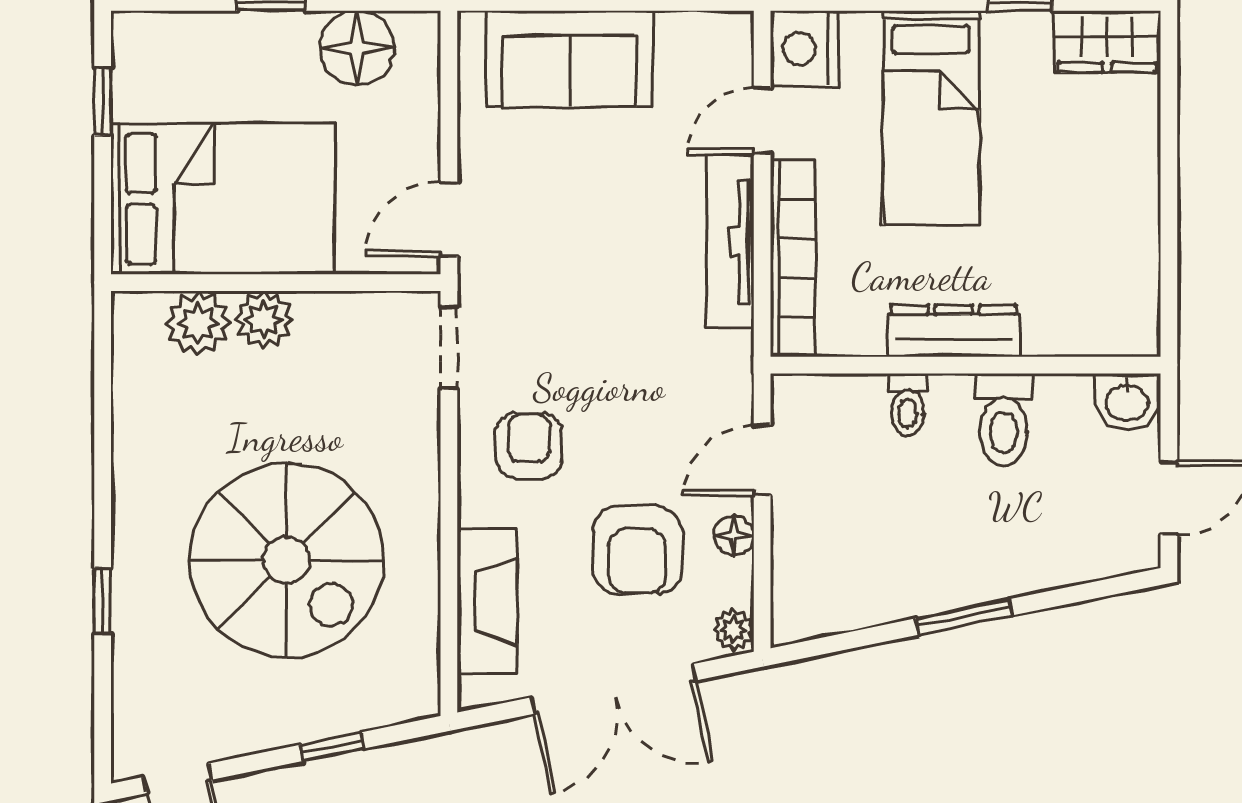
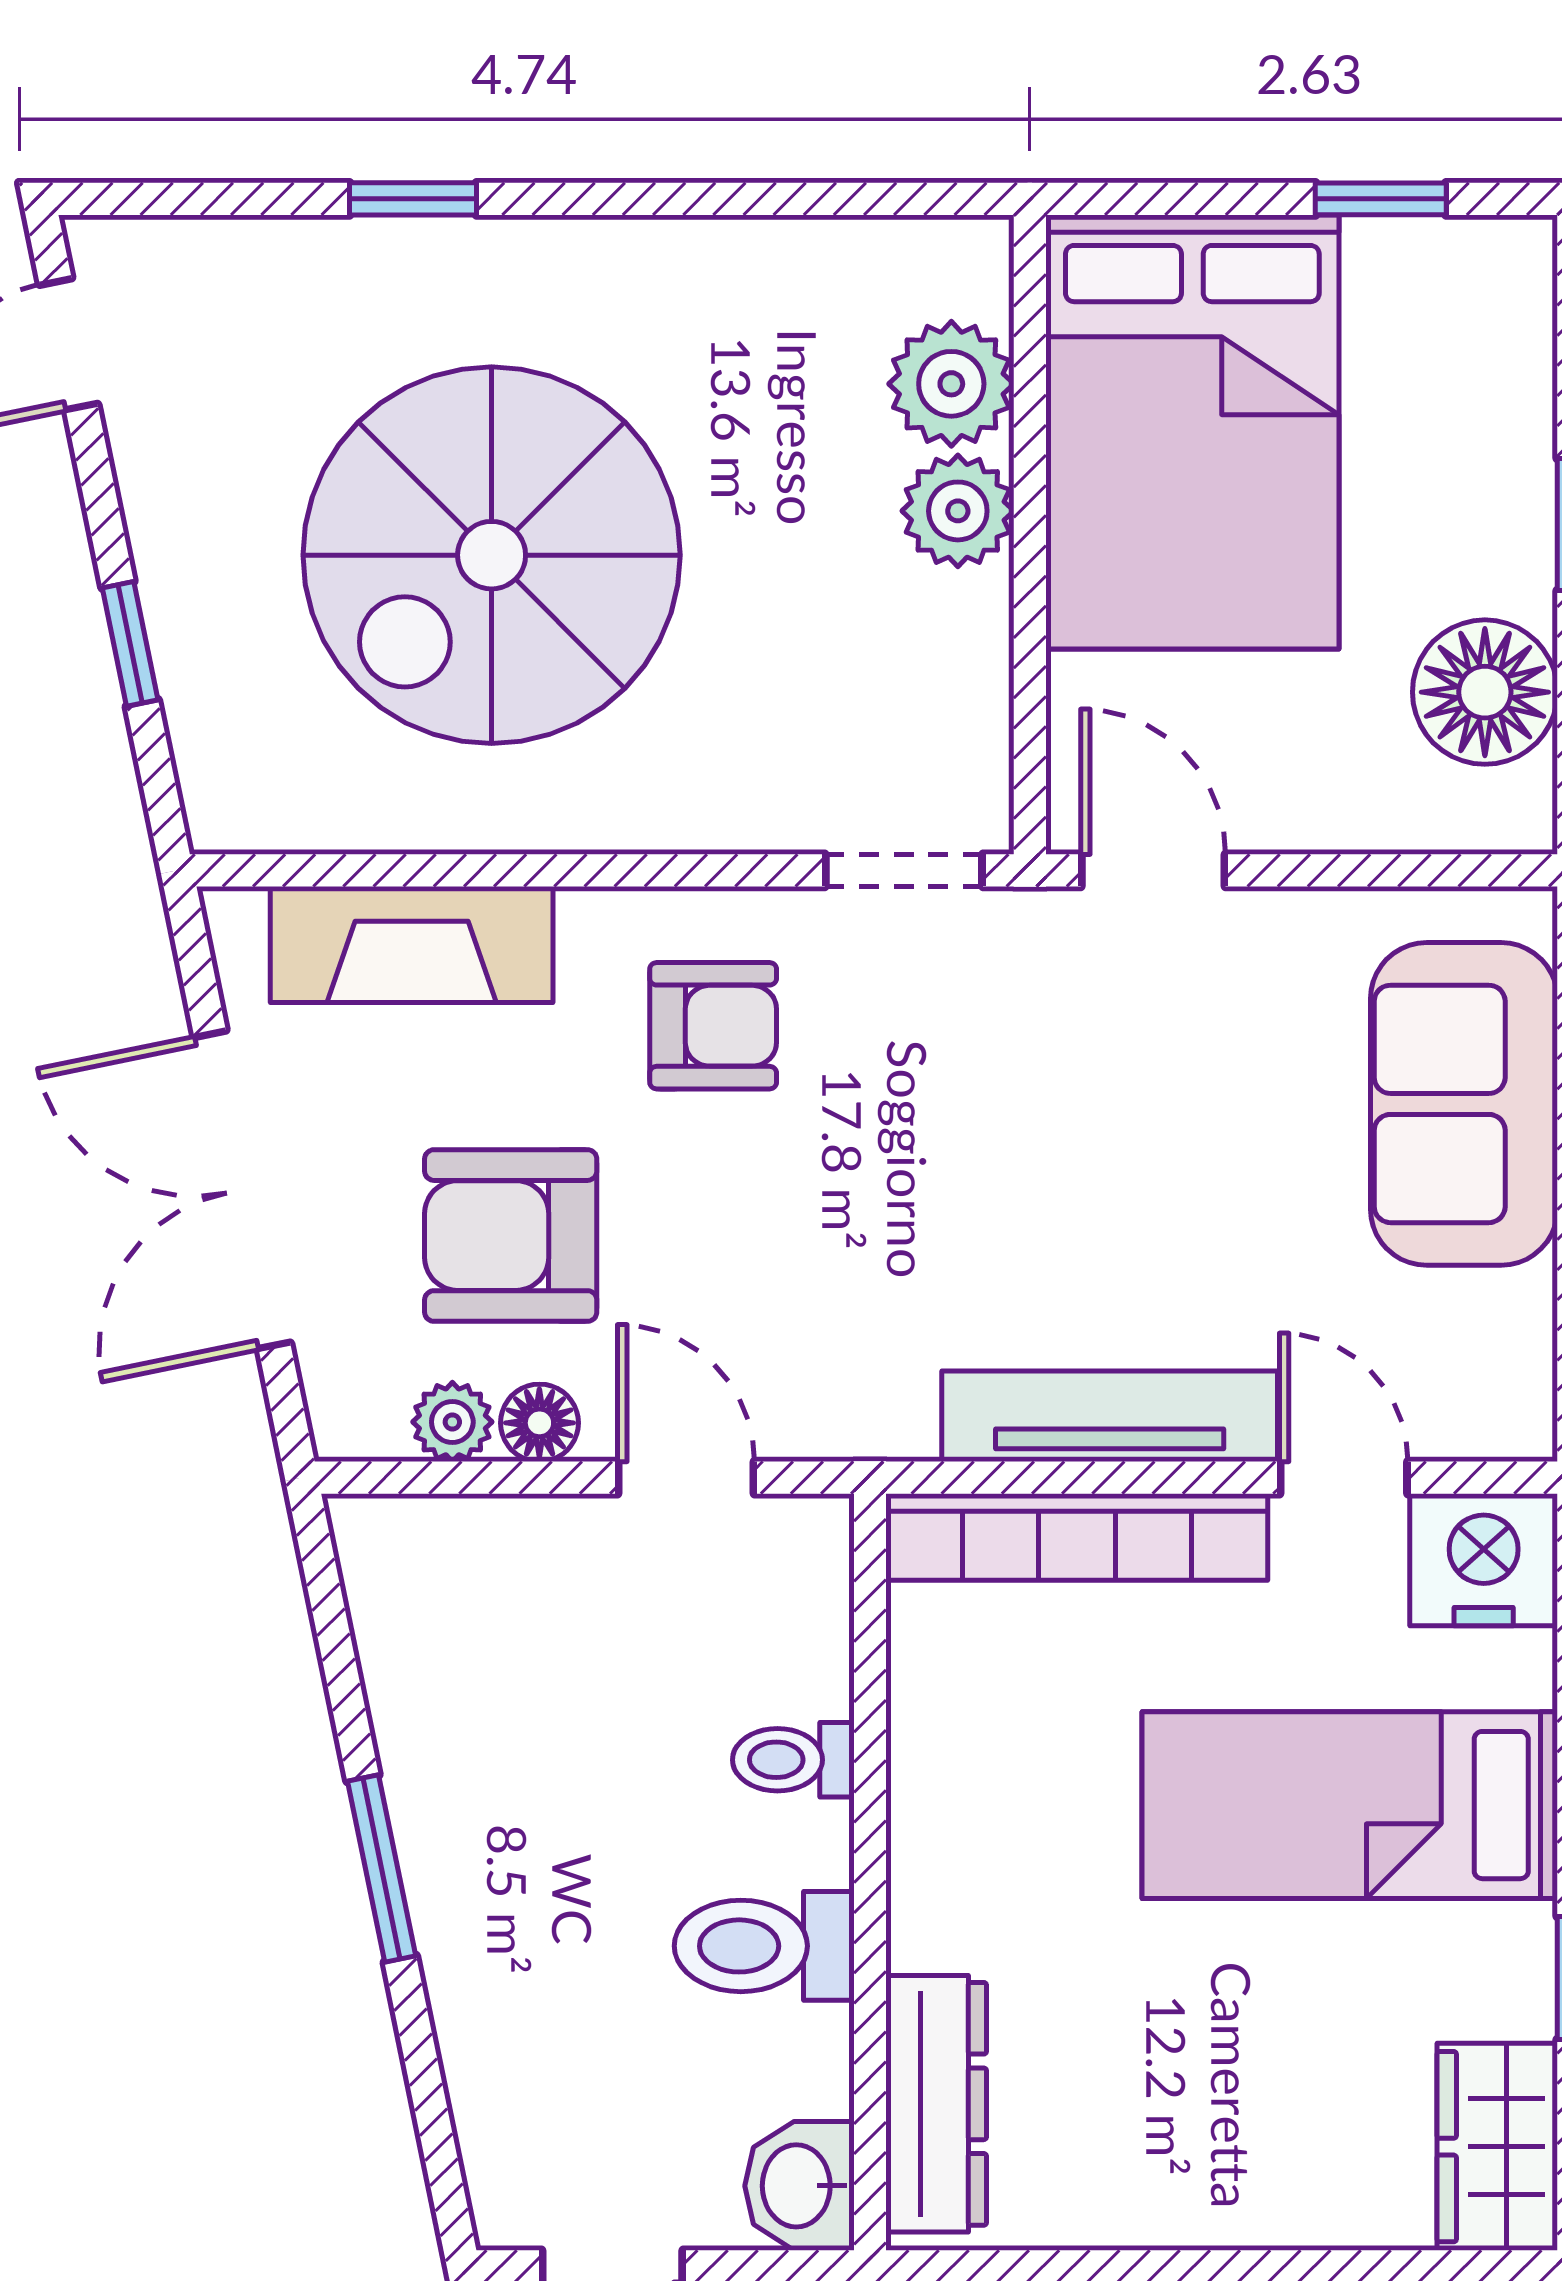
dresser: (954, 331) -> (936, 2104), moved
plant: (733, 630) -> (452, 1422), moved

